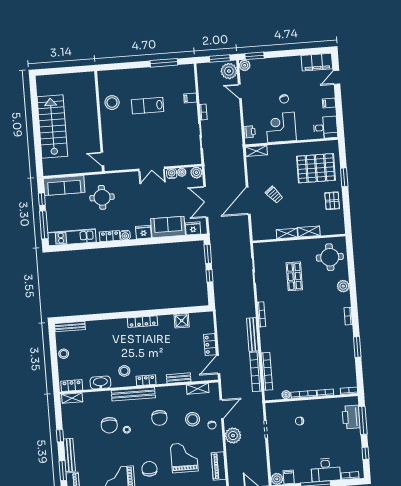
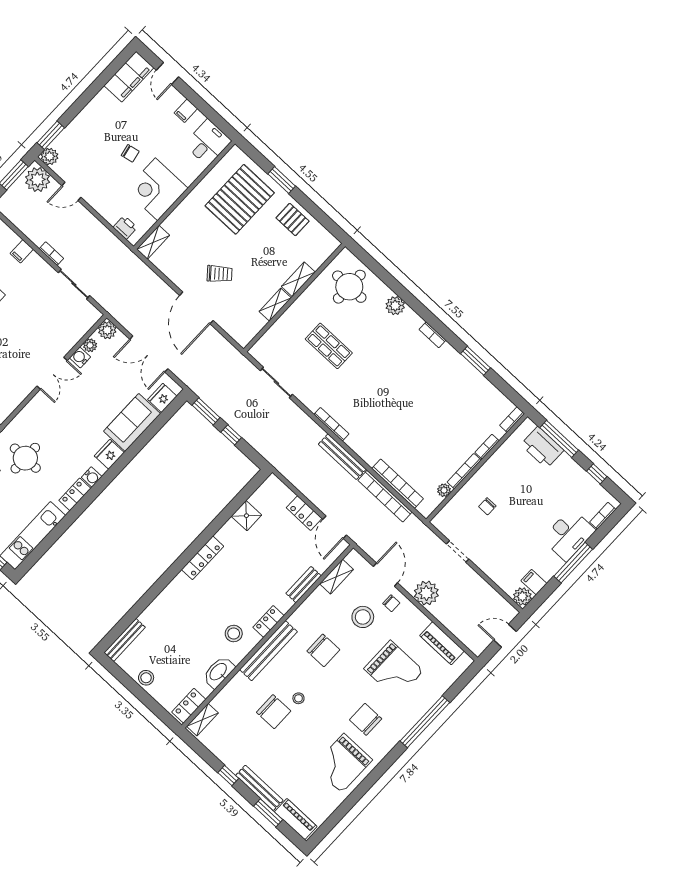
grand piano: (184, 458) -> (394, 670), turned 180

